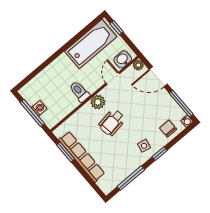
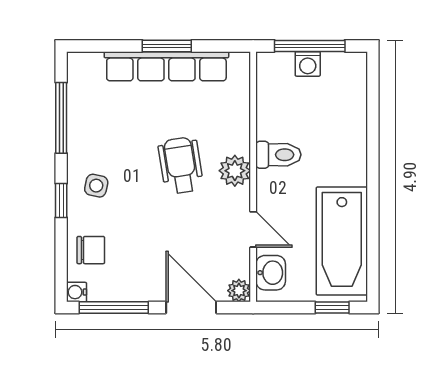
door: (158, 77) -> (191, 308), hinge flipped
window: (65, 152) -> (167, 46), moved

